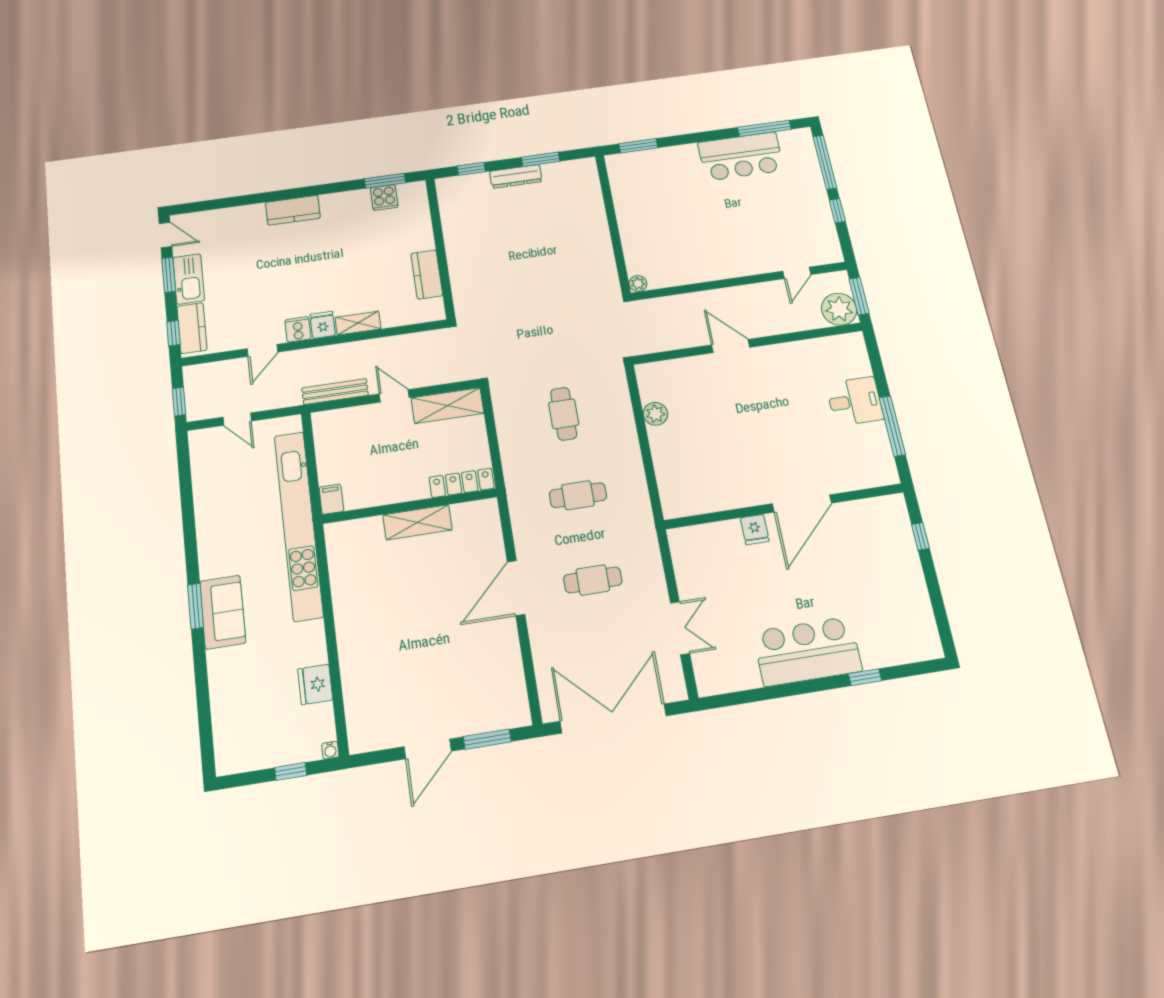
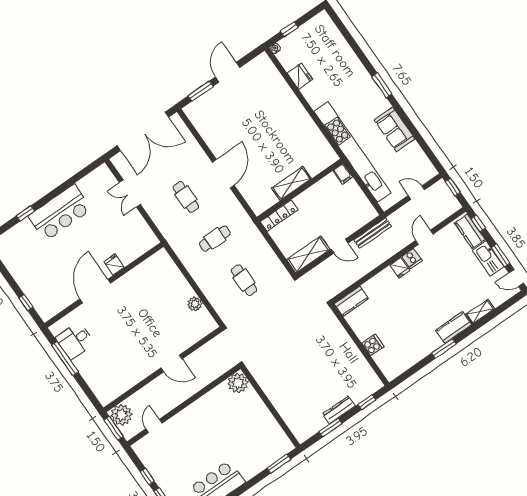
window: (385, 181) -> (444, 349), moved
cooker: (384, 198) -> (373, 345), moved, turned 90
kitchen counter: (427, 274) -> (351, 301), moved, turned 90
plant: (638, 284) -> (238, 383), width x1.87, depth x1.87
shelving: (358, 323) -> (480, 312), moved
desk: (855, 401) -> (75, 341), moved
cafe table: (593, 580) -> (186, 197), turned 90
sofa: (223, 612) -> (395, 129), moved

